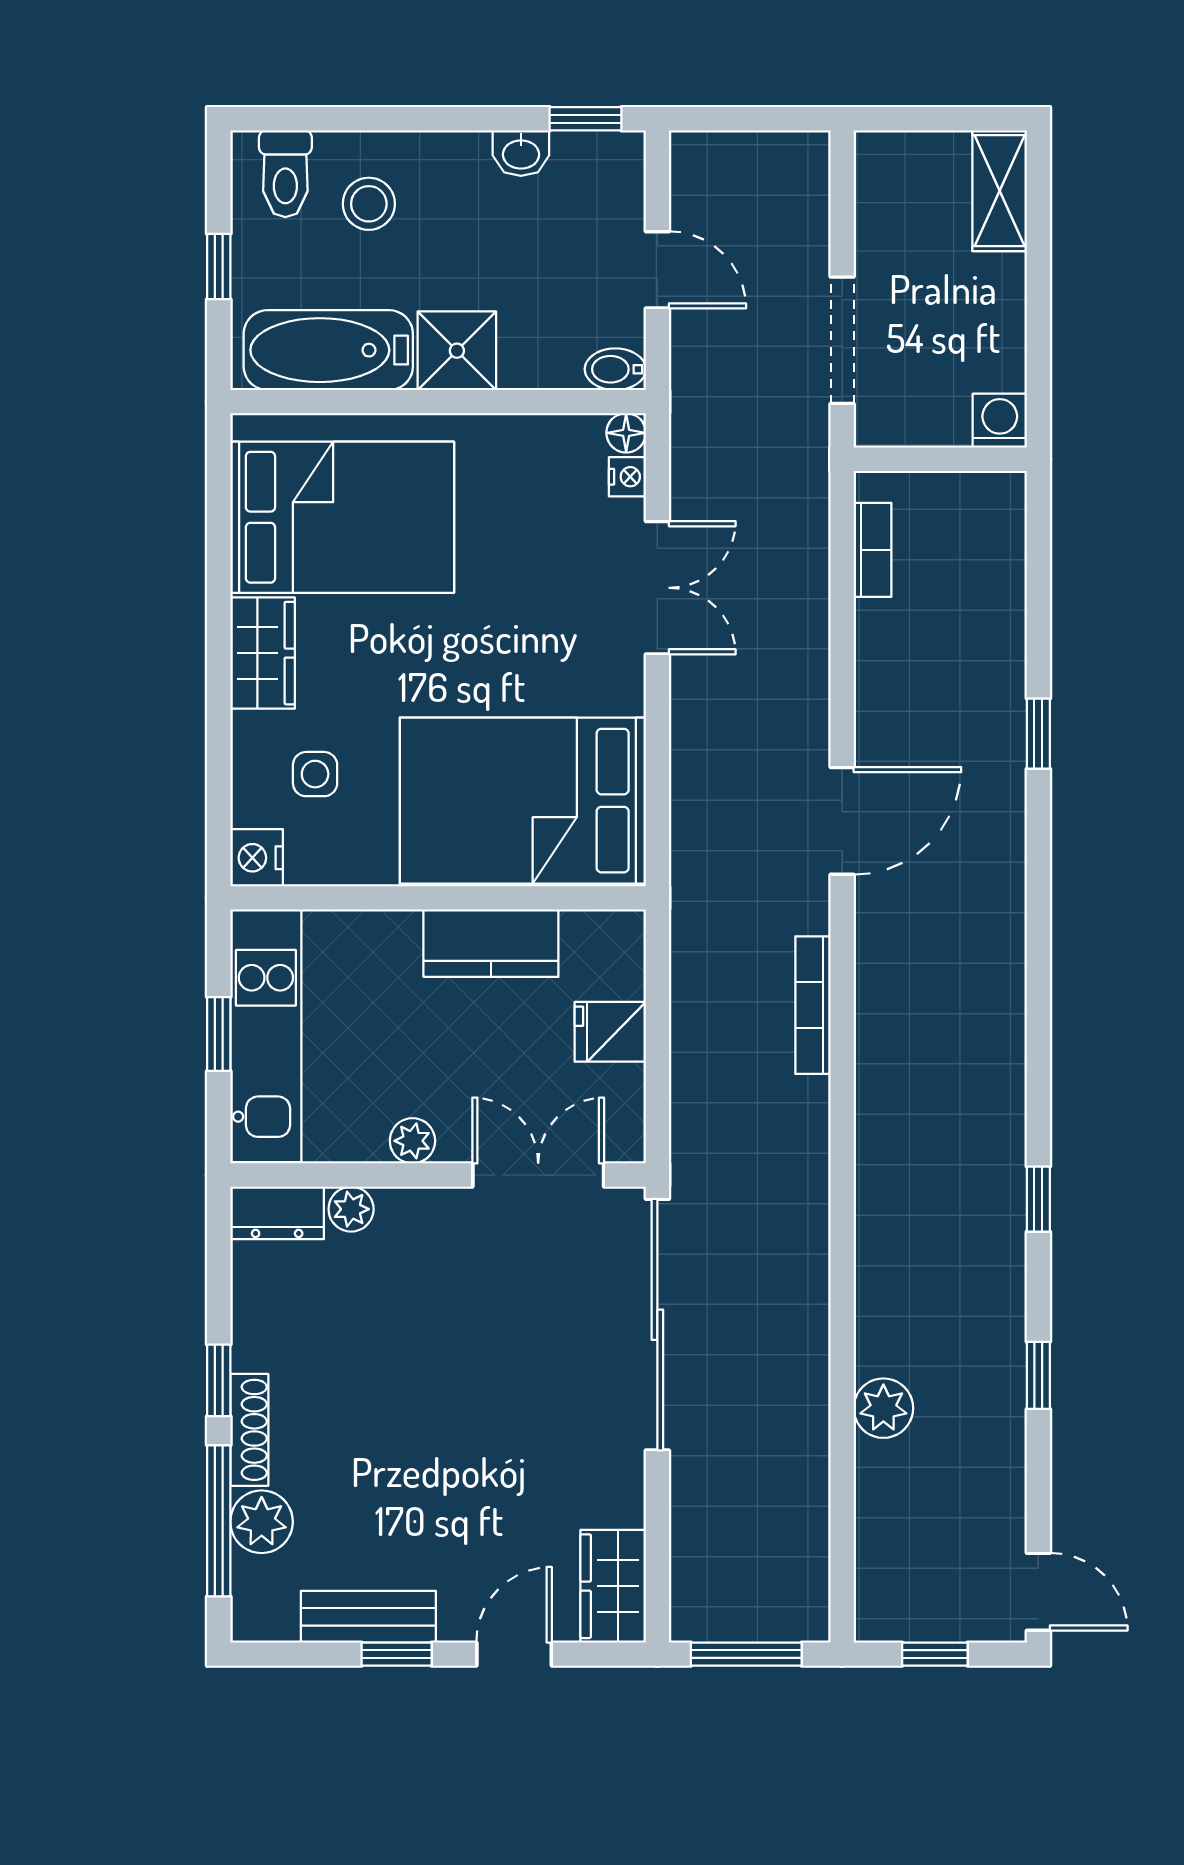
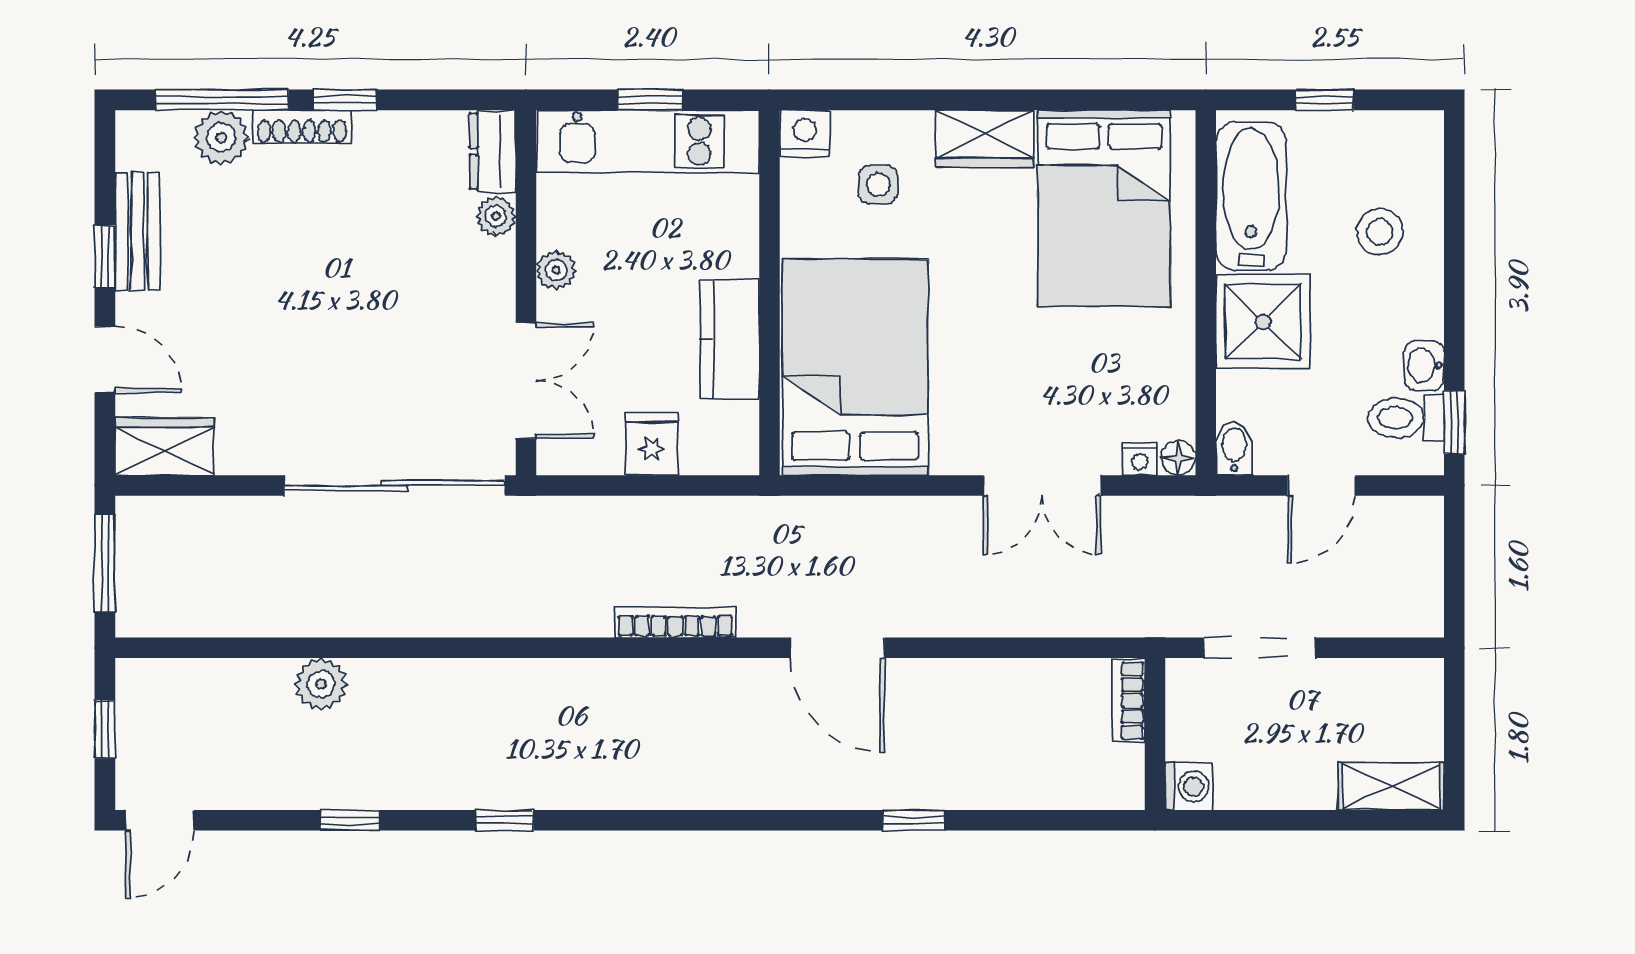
toilet: (285, 174) -> (1406, 418), moved
shower: (457, 351) -> (1263, 322), width x1.36, depth x1.36
bookcase: (872, 550) -> (1128, 701), moved, turned 90

